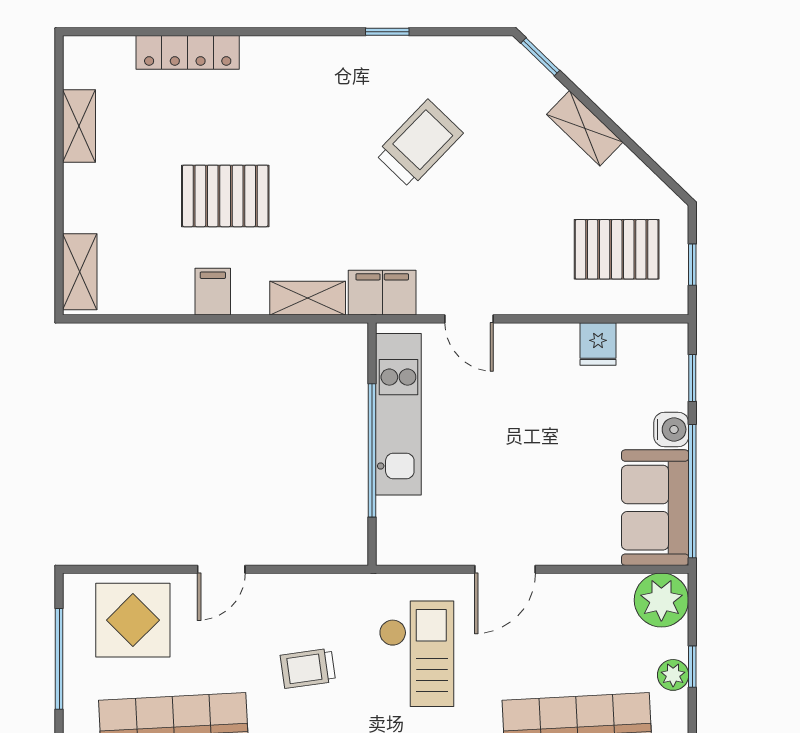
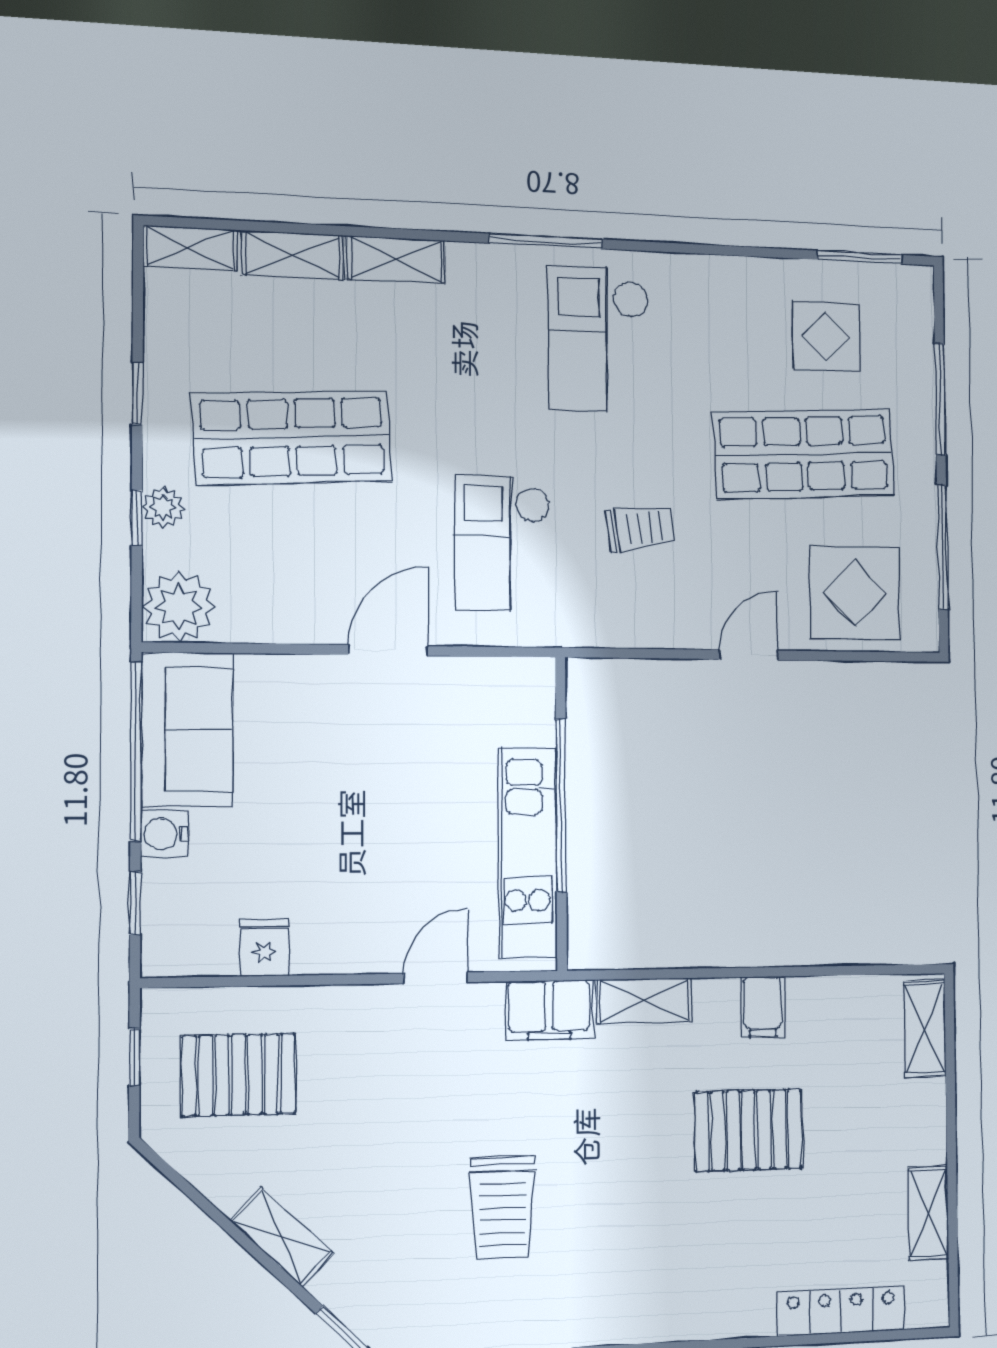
locker: (188, 52) -> (841, 1311), moved
trolley: (419, 144) -> (502, 1207), turned -44
door: (469, 319) -> (436, 978), hinge flipped

